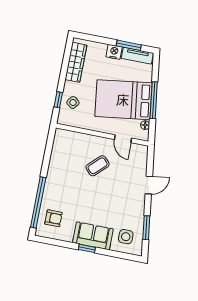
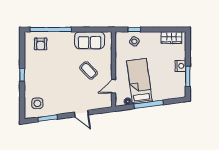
tv unit: (137, 56) -> (181, 85), removed
wardrobe: (76, 62) -> (171, 38), width x0.67
bed: (123, 100) -> (139, 81), width x0.67
sofa: (93, 236) -> (90, 40), moved, turned 90

